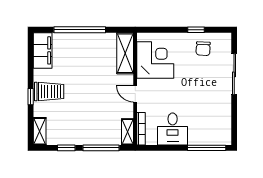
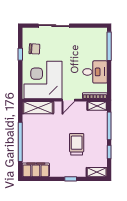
corner desk: (155, 60) -> (43, 80), width x1.36, depth x1.36
trolley: (49, 91) -> (77, 144), moved

